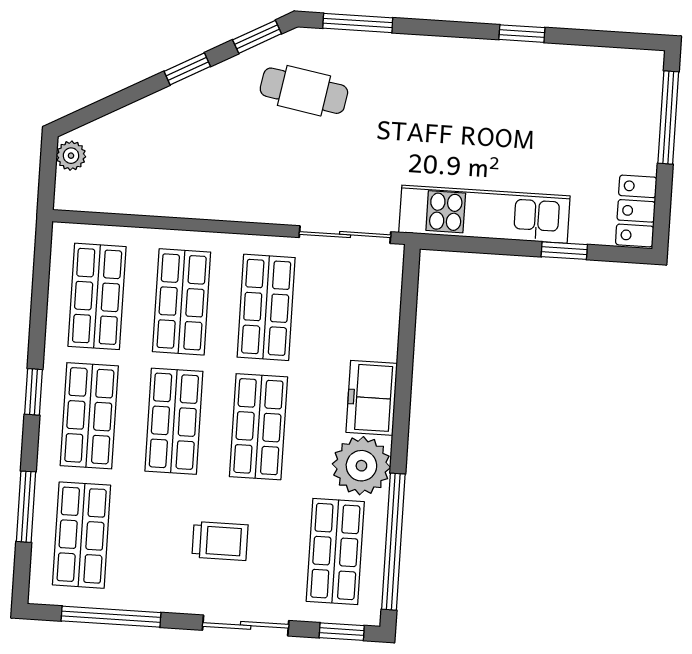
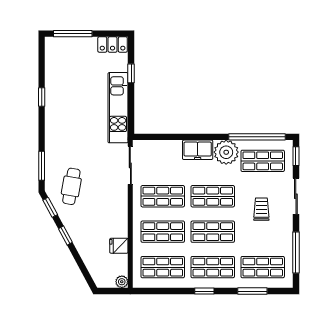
plant: (71, 156) -> (122, 282), moved
fridge: (155, 195) -> (119, 246), added

